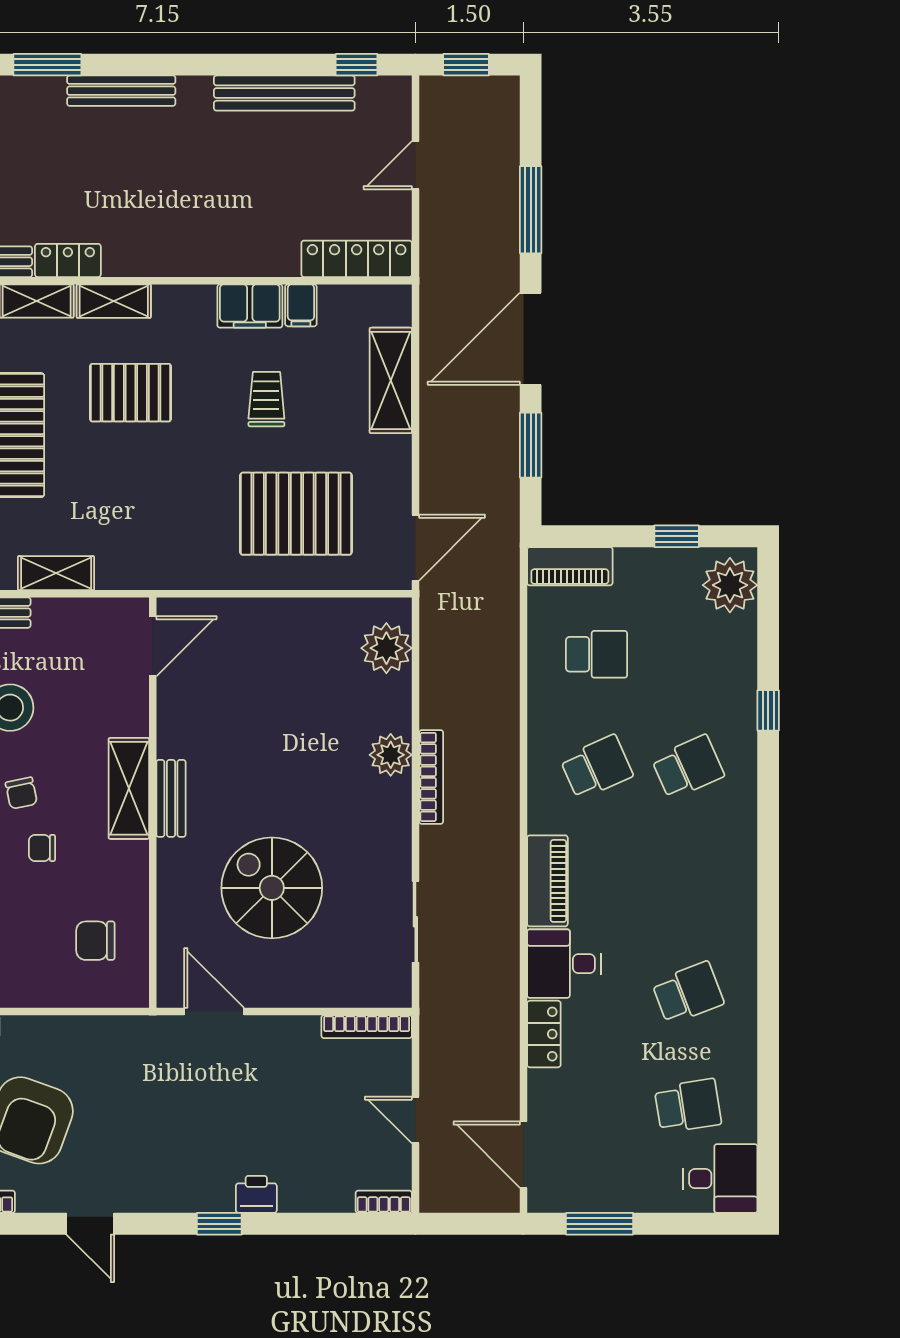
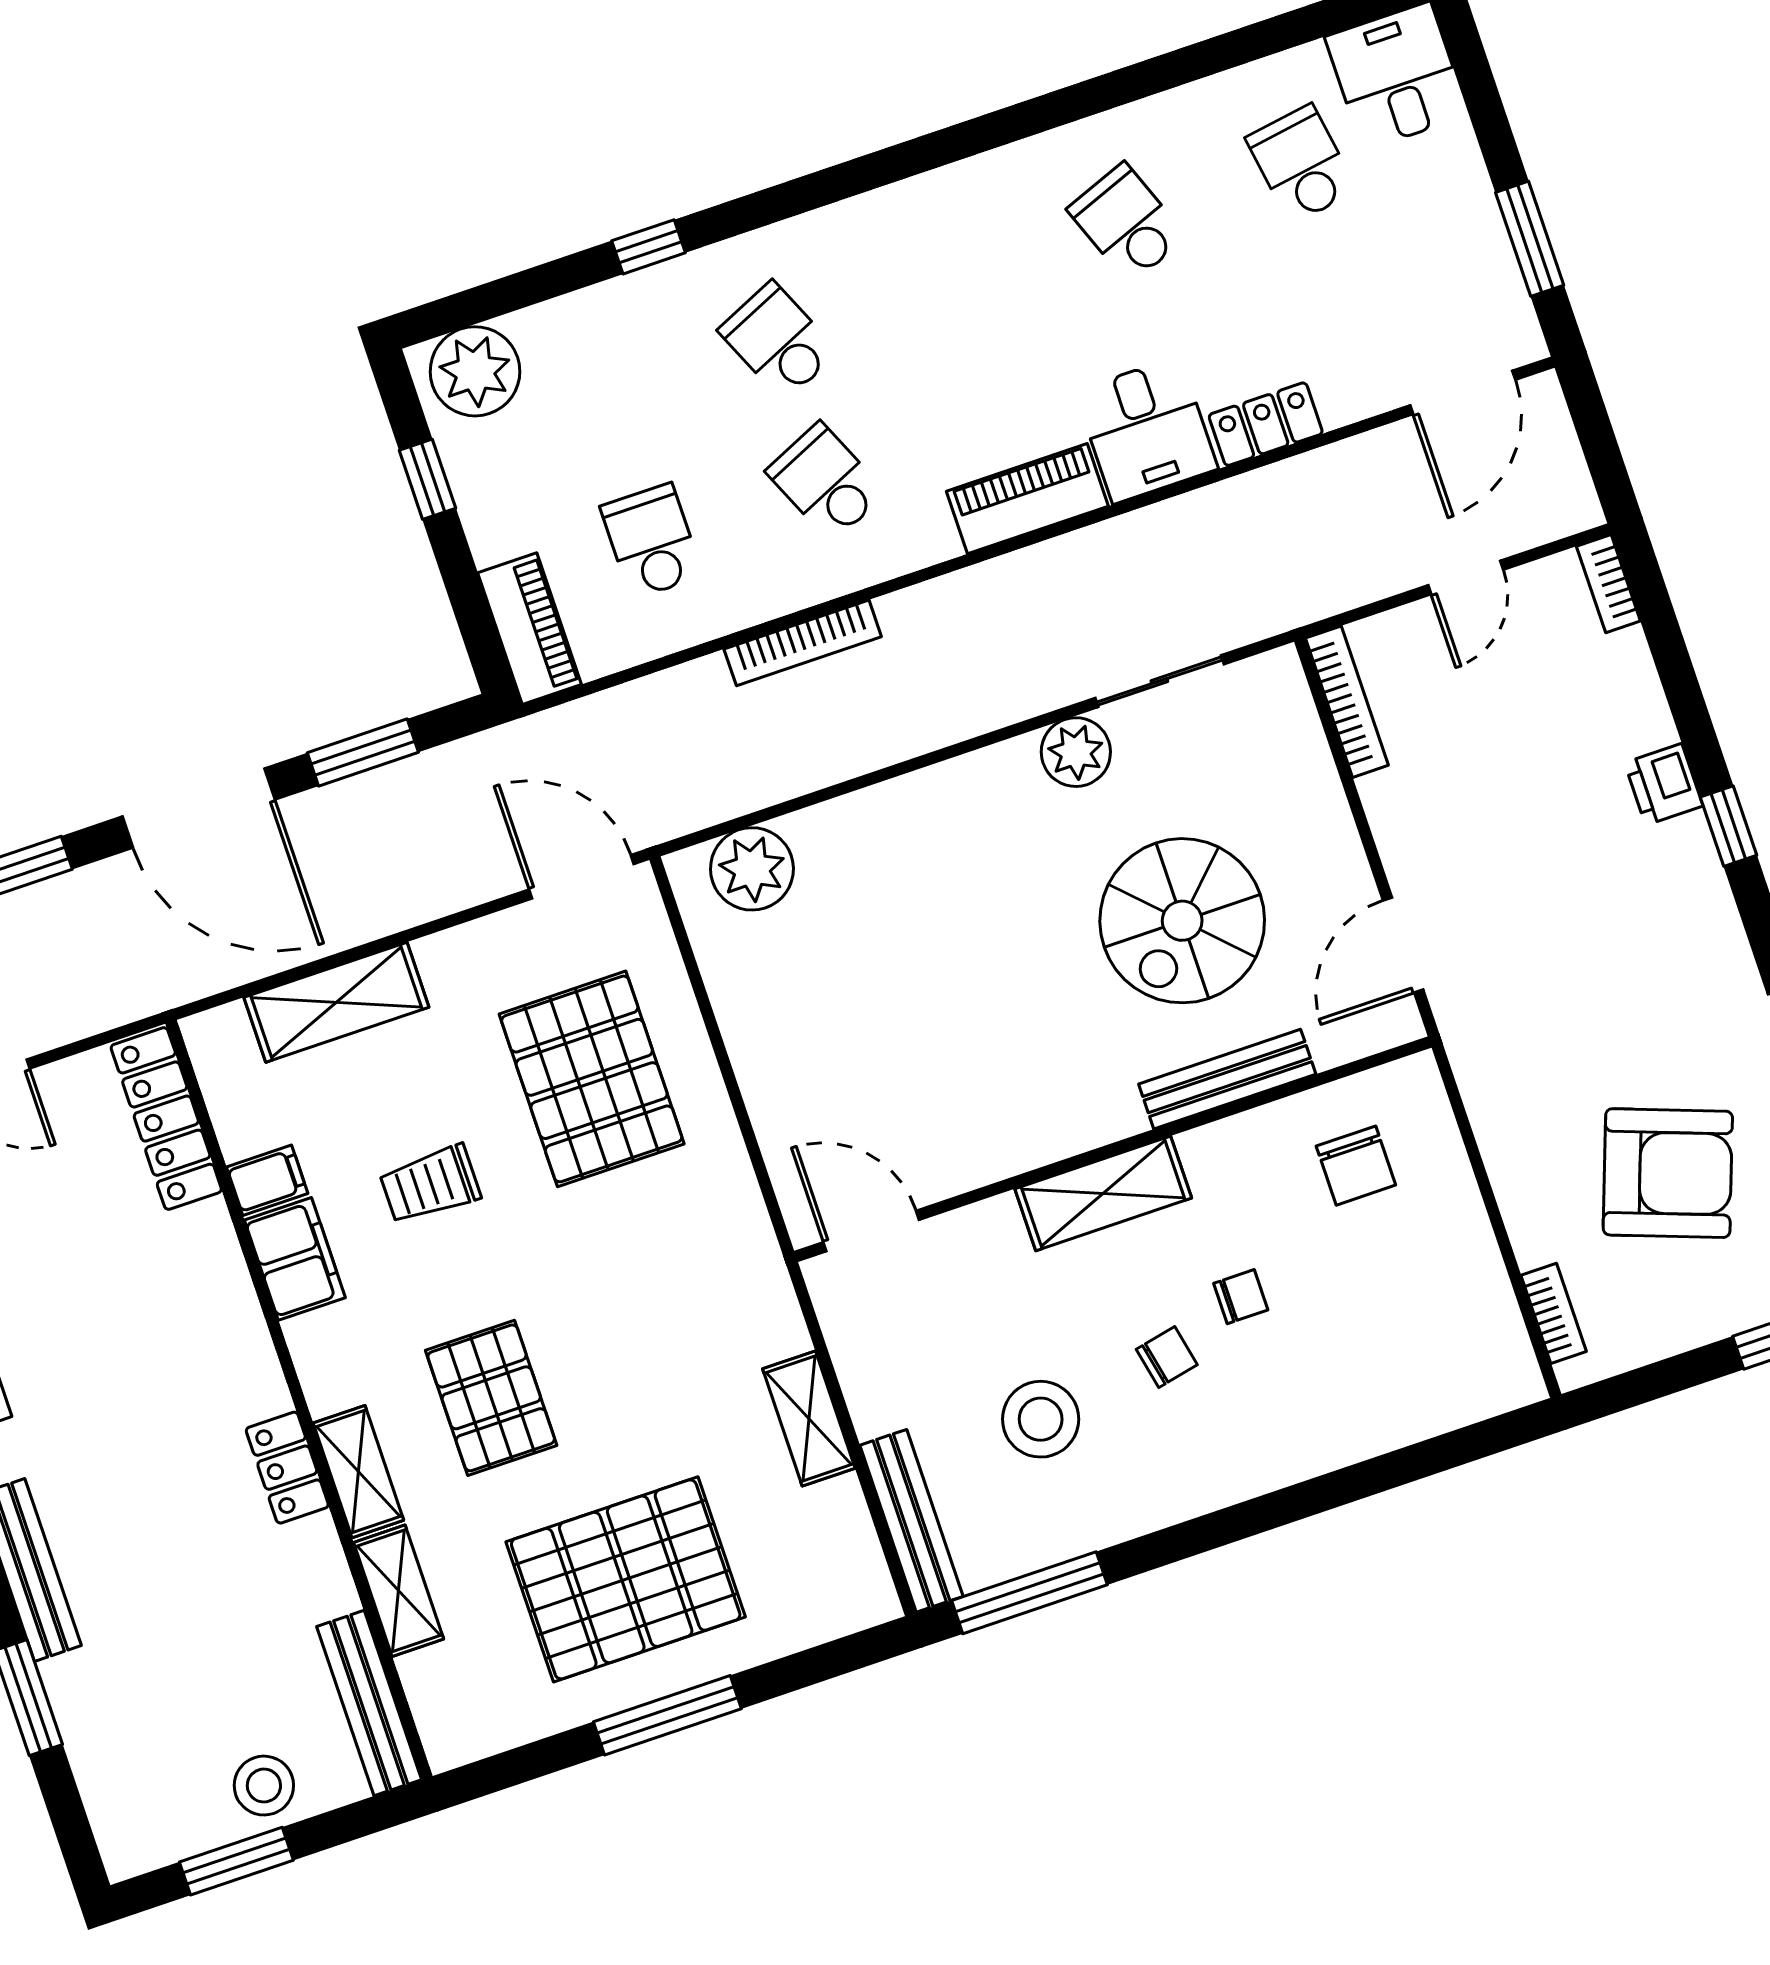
locker: (68, 260) -> (287, 1468), moved
plant: (391, 755) -> (1076, 752), moved
bookcase: (431, 777) -> (803, 643), moved, turned 180
bench: (171, 798) -> (1227, 1079), moved, width x1.36
chair: (42, 848) -> (1241, 1297), turned -90

